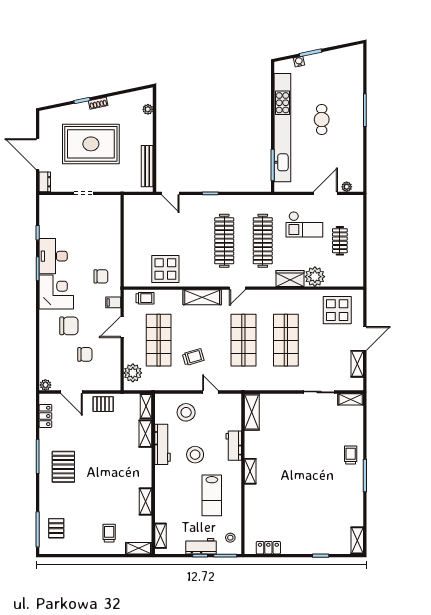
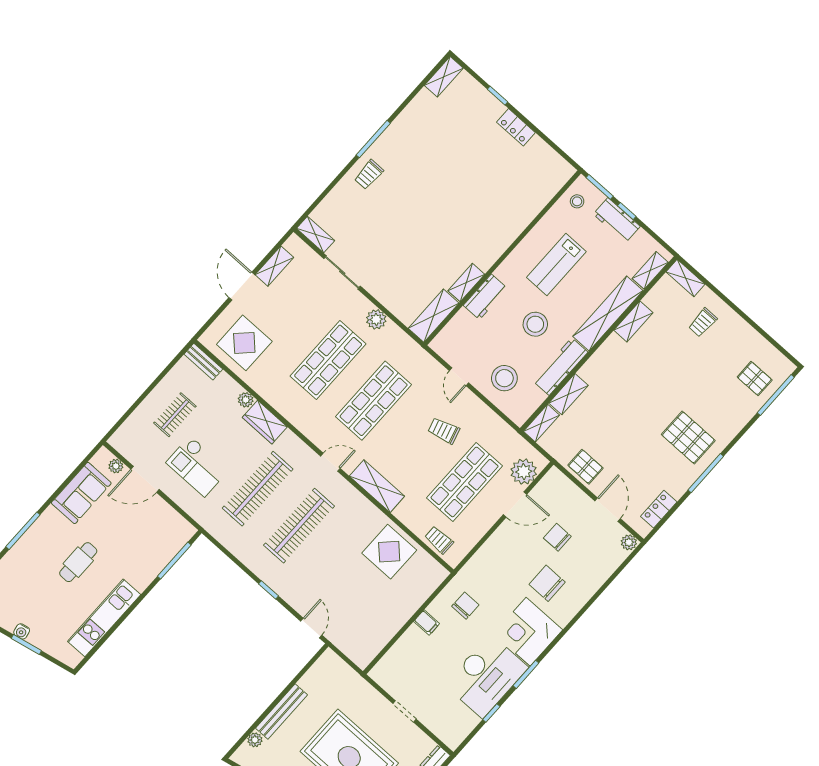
water cooler: (299, 62) -> (22, 631), moved
kitchen unit: (282, 128) -> (104, 618), width x0.54
sofa: (352, 157) -> (81, 493), added
bench: (147, 166) -> (281, 712), moved
checkout: (304, 224) -> (197, 466), turned 180
desk: (53, 256) -> (486, 676), width x1.36, depth x1.30
chair: (101, 276) -> (465, 606), turned 90
plant: (315, 277) -> (246, 400), width x0.53, depth x0.53
bench: (350, 281) -> (203, 362), added
filing cabinet: (113, 302) -> (427, 622), moved
door: (122, 327) -> (515, 504), moved
door: (365, 338) -> (242, 286), hinge flipped
plant: (280, 383) -> (376, 319), added
pallet: (63, 467) -> (688, 438), turned 90
shelving: (250, 471) -> (466, 283), moved
shelving: (162, 494) -> (608, 313), added
lab bench: (212, 495) -> (556, 265), turned 180
pallet: (56, 528) -> (755, 379), turned 90
locker: (268, 548) -> (516, 127), moved

